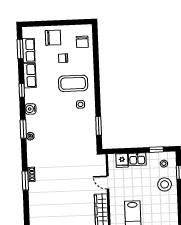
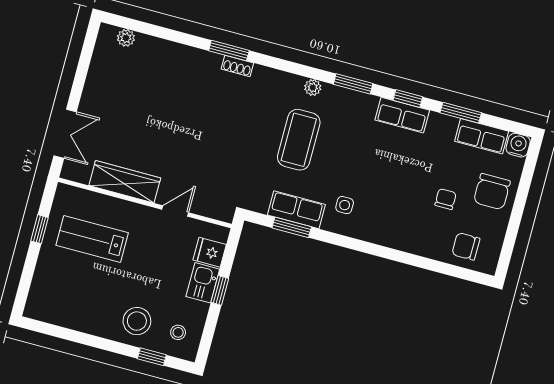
window: (20, 49) -> (461, 113), moved
row of seats: (30, 76) -> (402, 115), moved
coffee table: (73, 83) -> (299, 140), moved
water cooler: (30, 109) -> (518, 145), moved
row of seats: (90, 126) -> (296, 210), added
window: (23, 129) -> (353, 84), moved
window: (156, 150) -> (220, 290), moved

